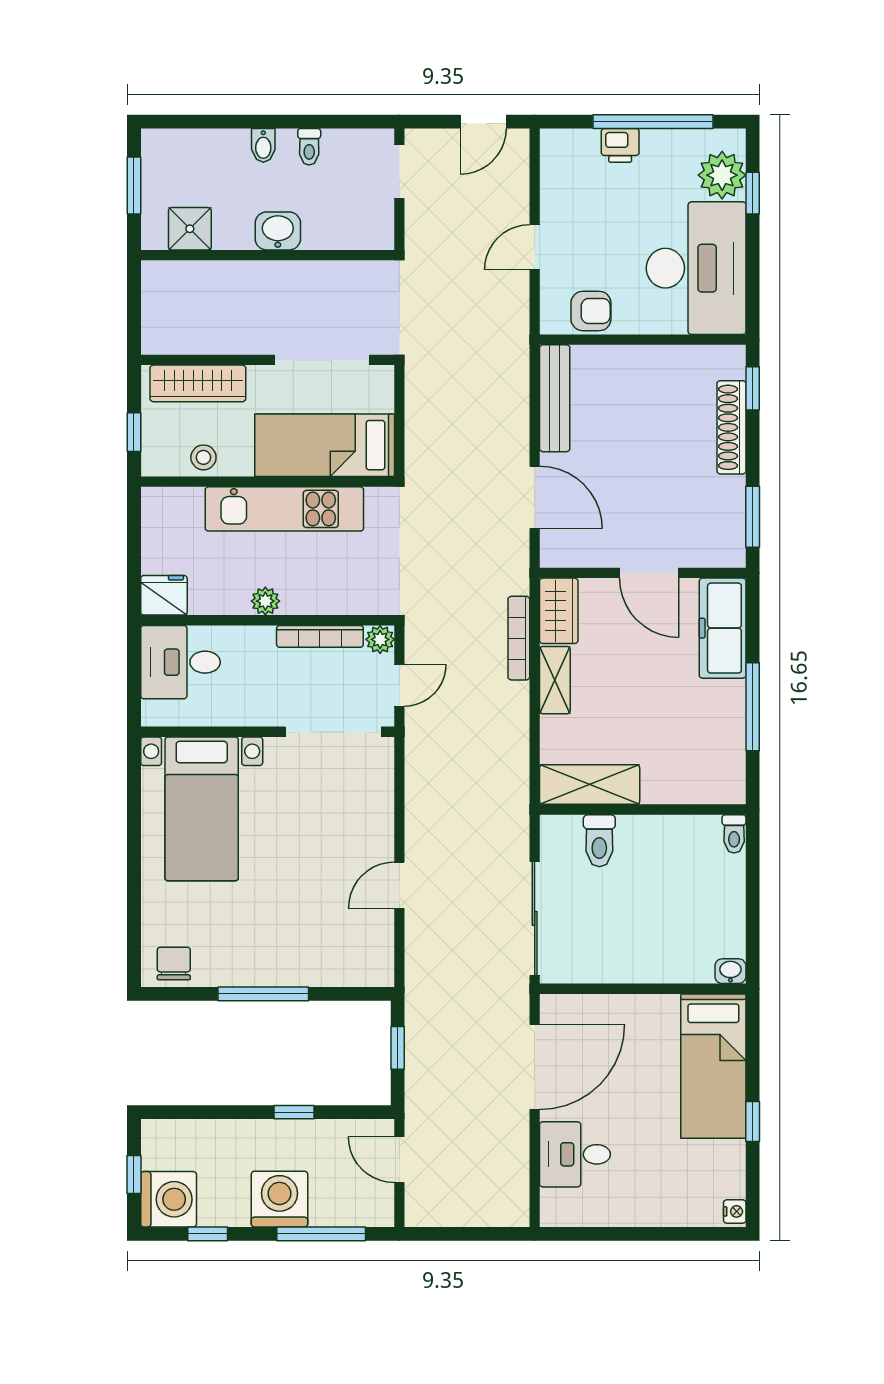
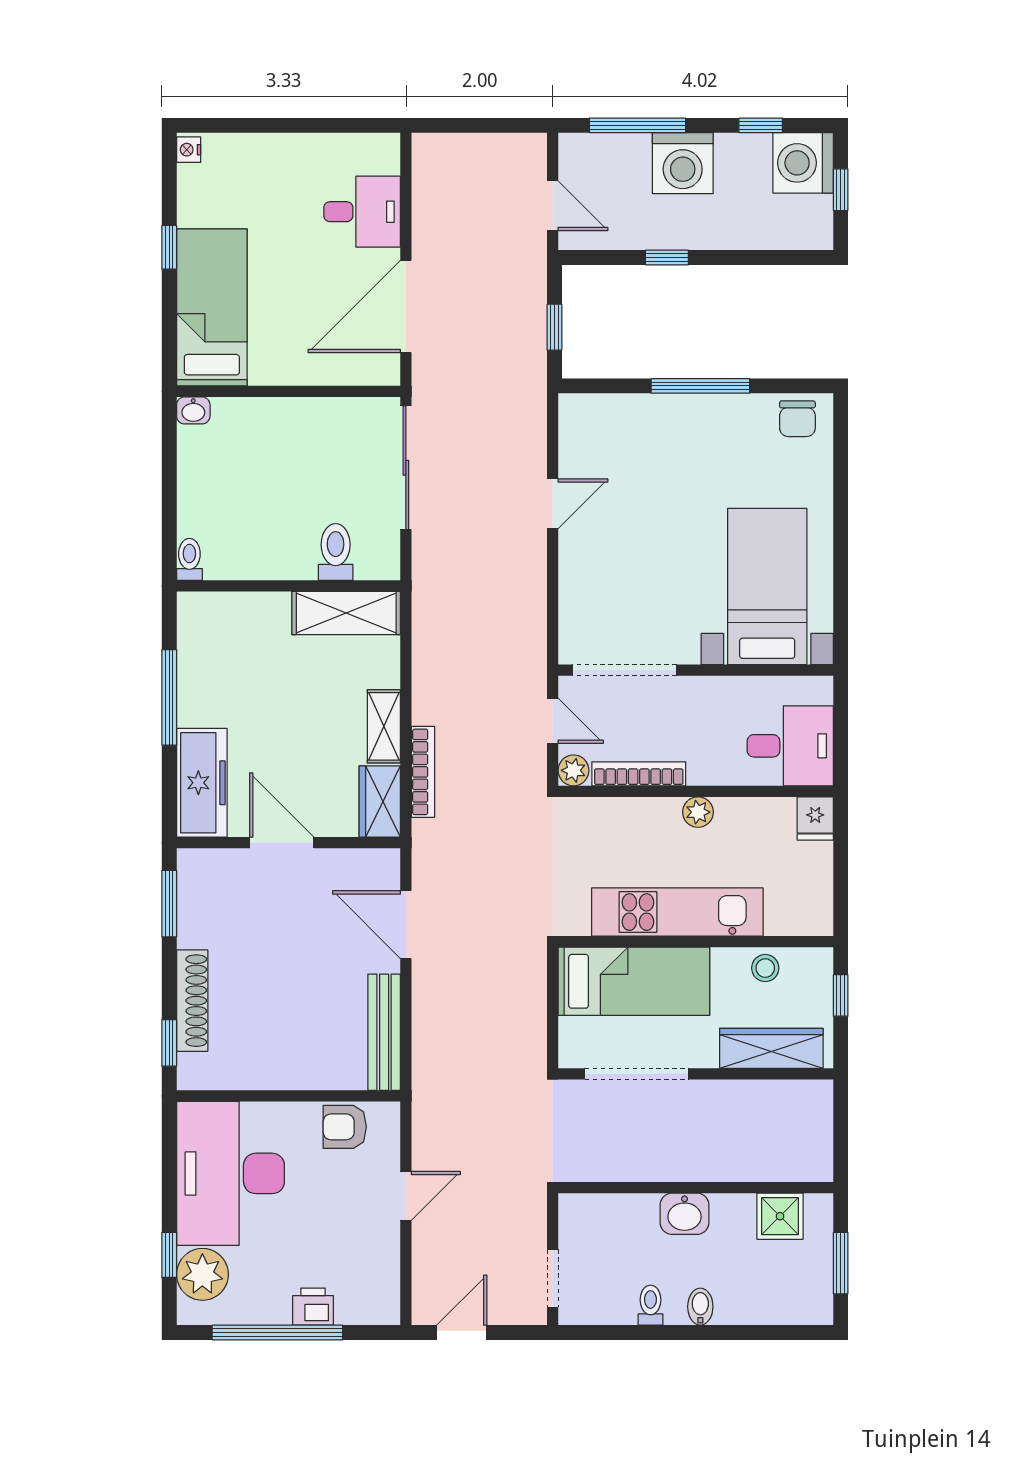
fridge: (164, 595) -> (815, 818), width x0.72
door: (399, 685) -> (553, 721), swing flipped

